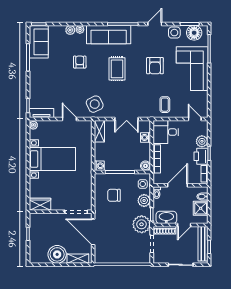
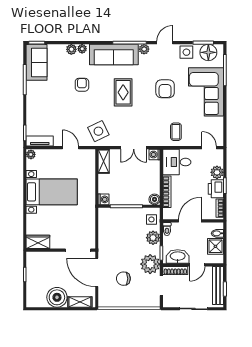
plant: (136, 30) -> (144, 49), added
washing machine: (145, 137) -> (155, 155), moved
chair: (114, 195) -> (123, 279), moved

